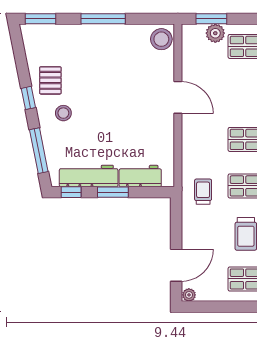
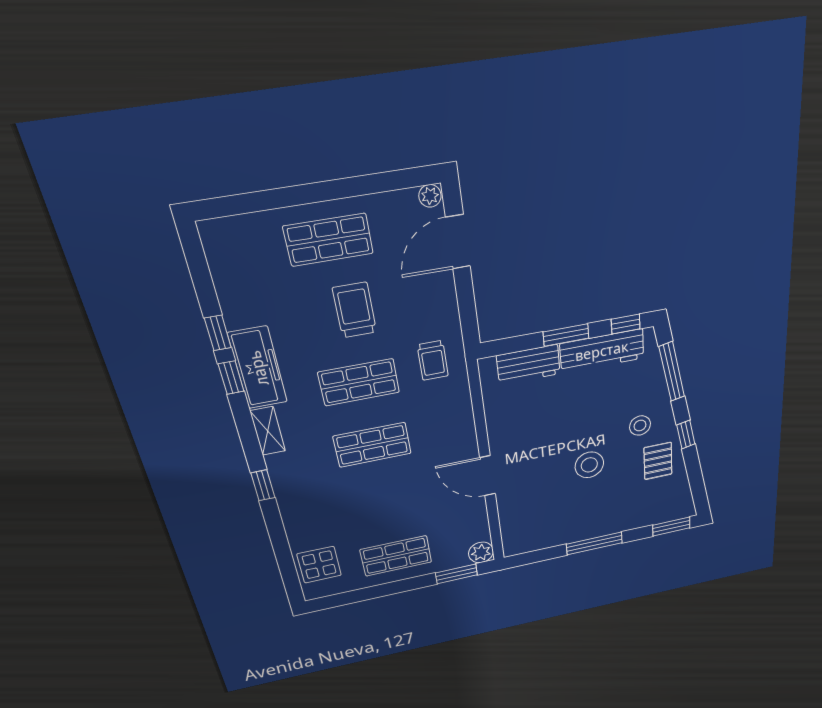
plant: (215, 33) -> (481, 552), moved
stool: (161, 39) -> (589, 465), moved

